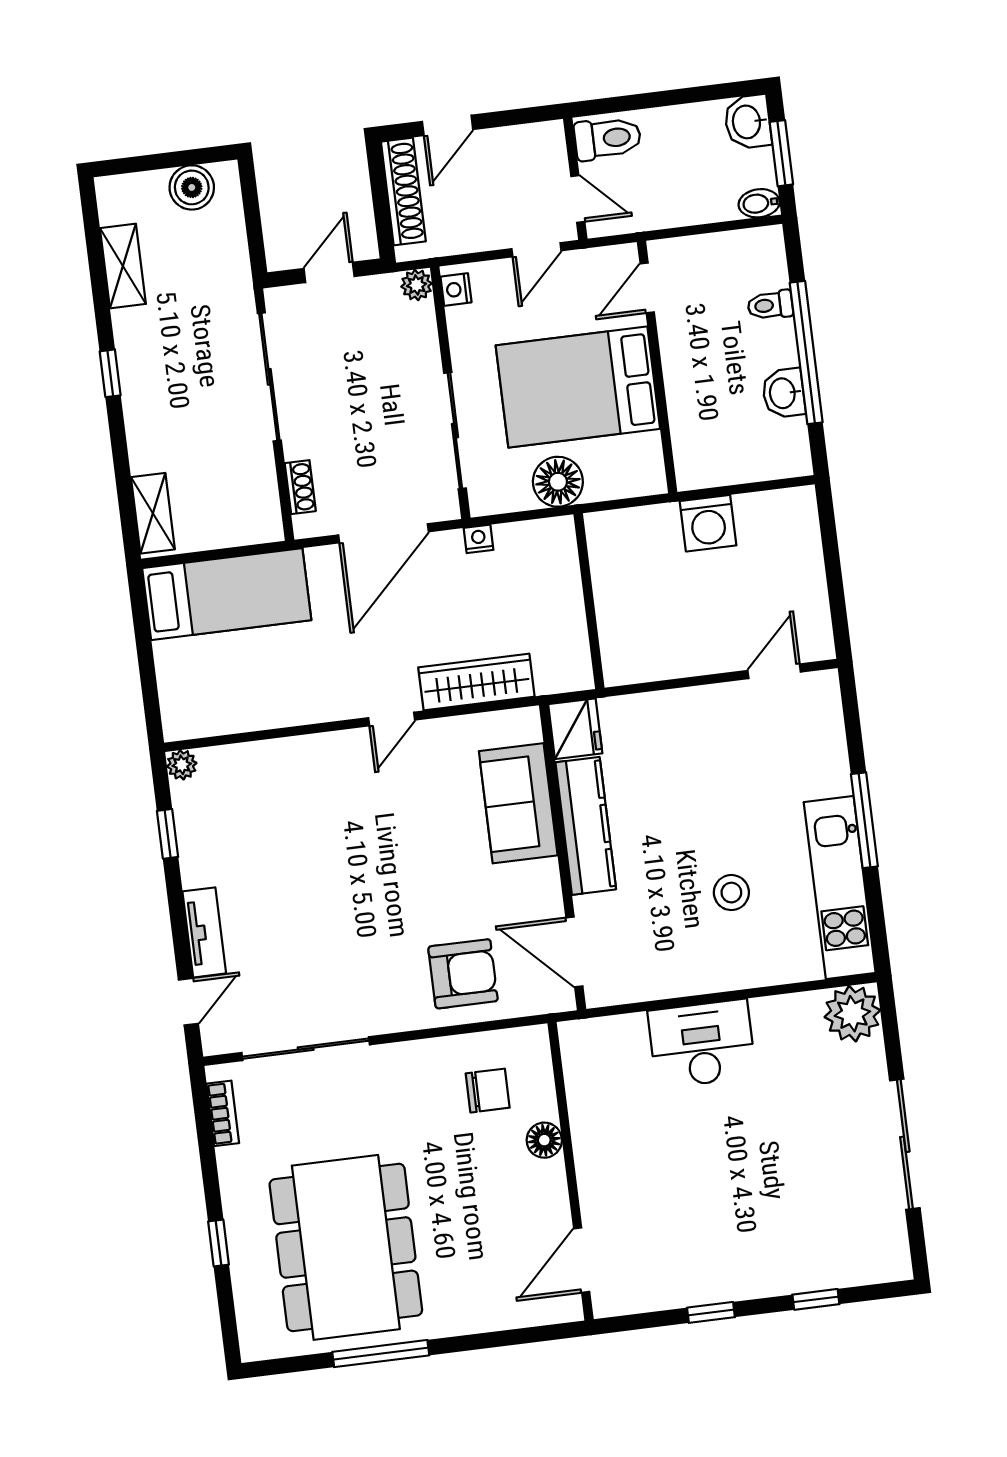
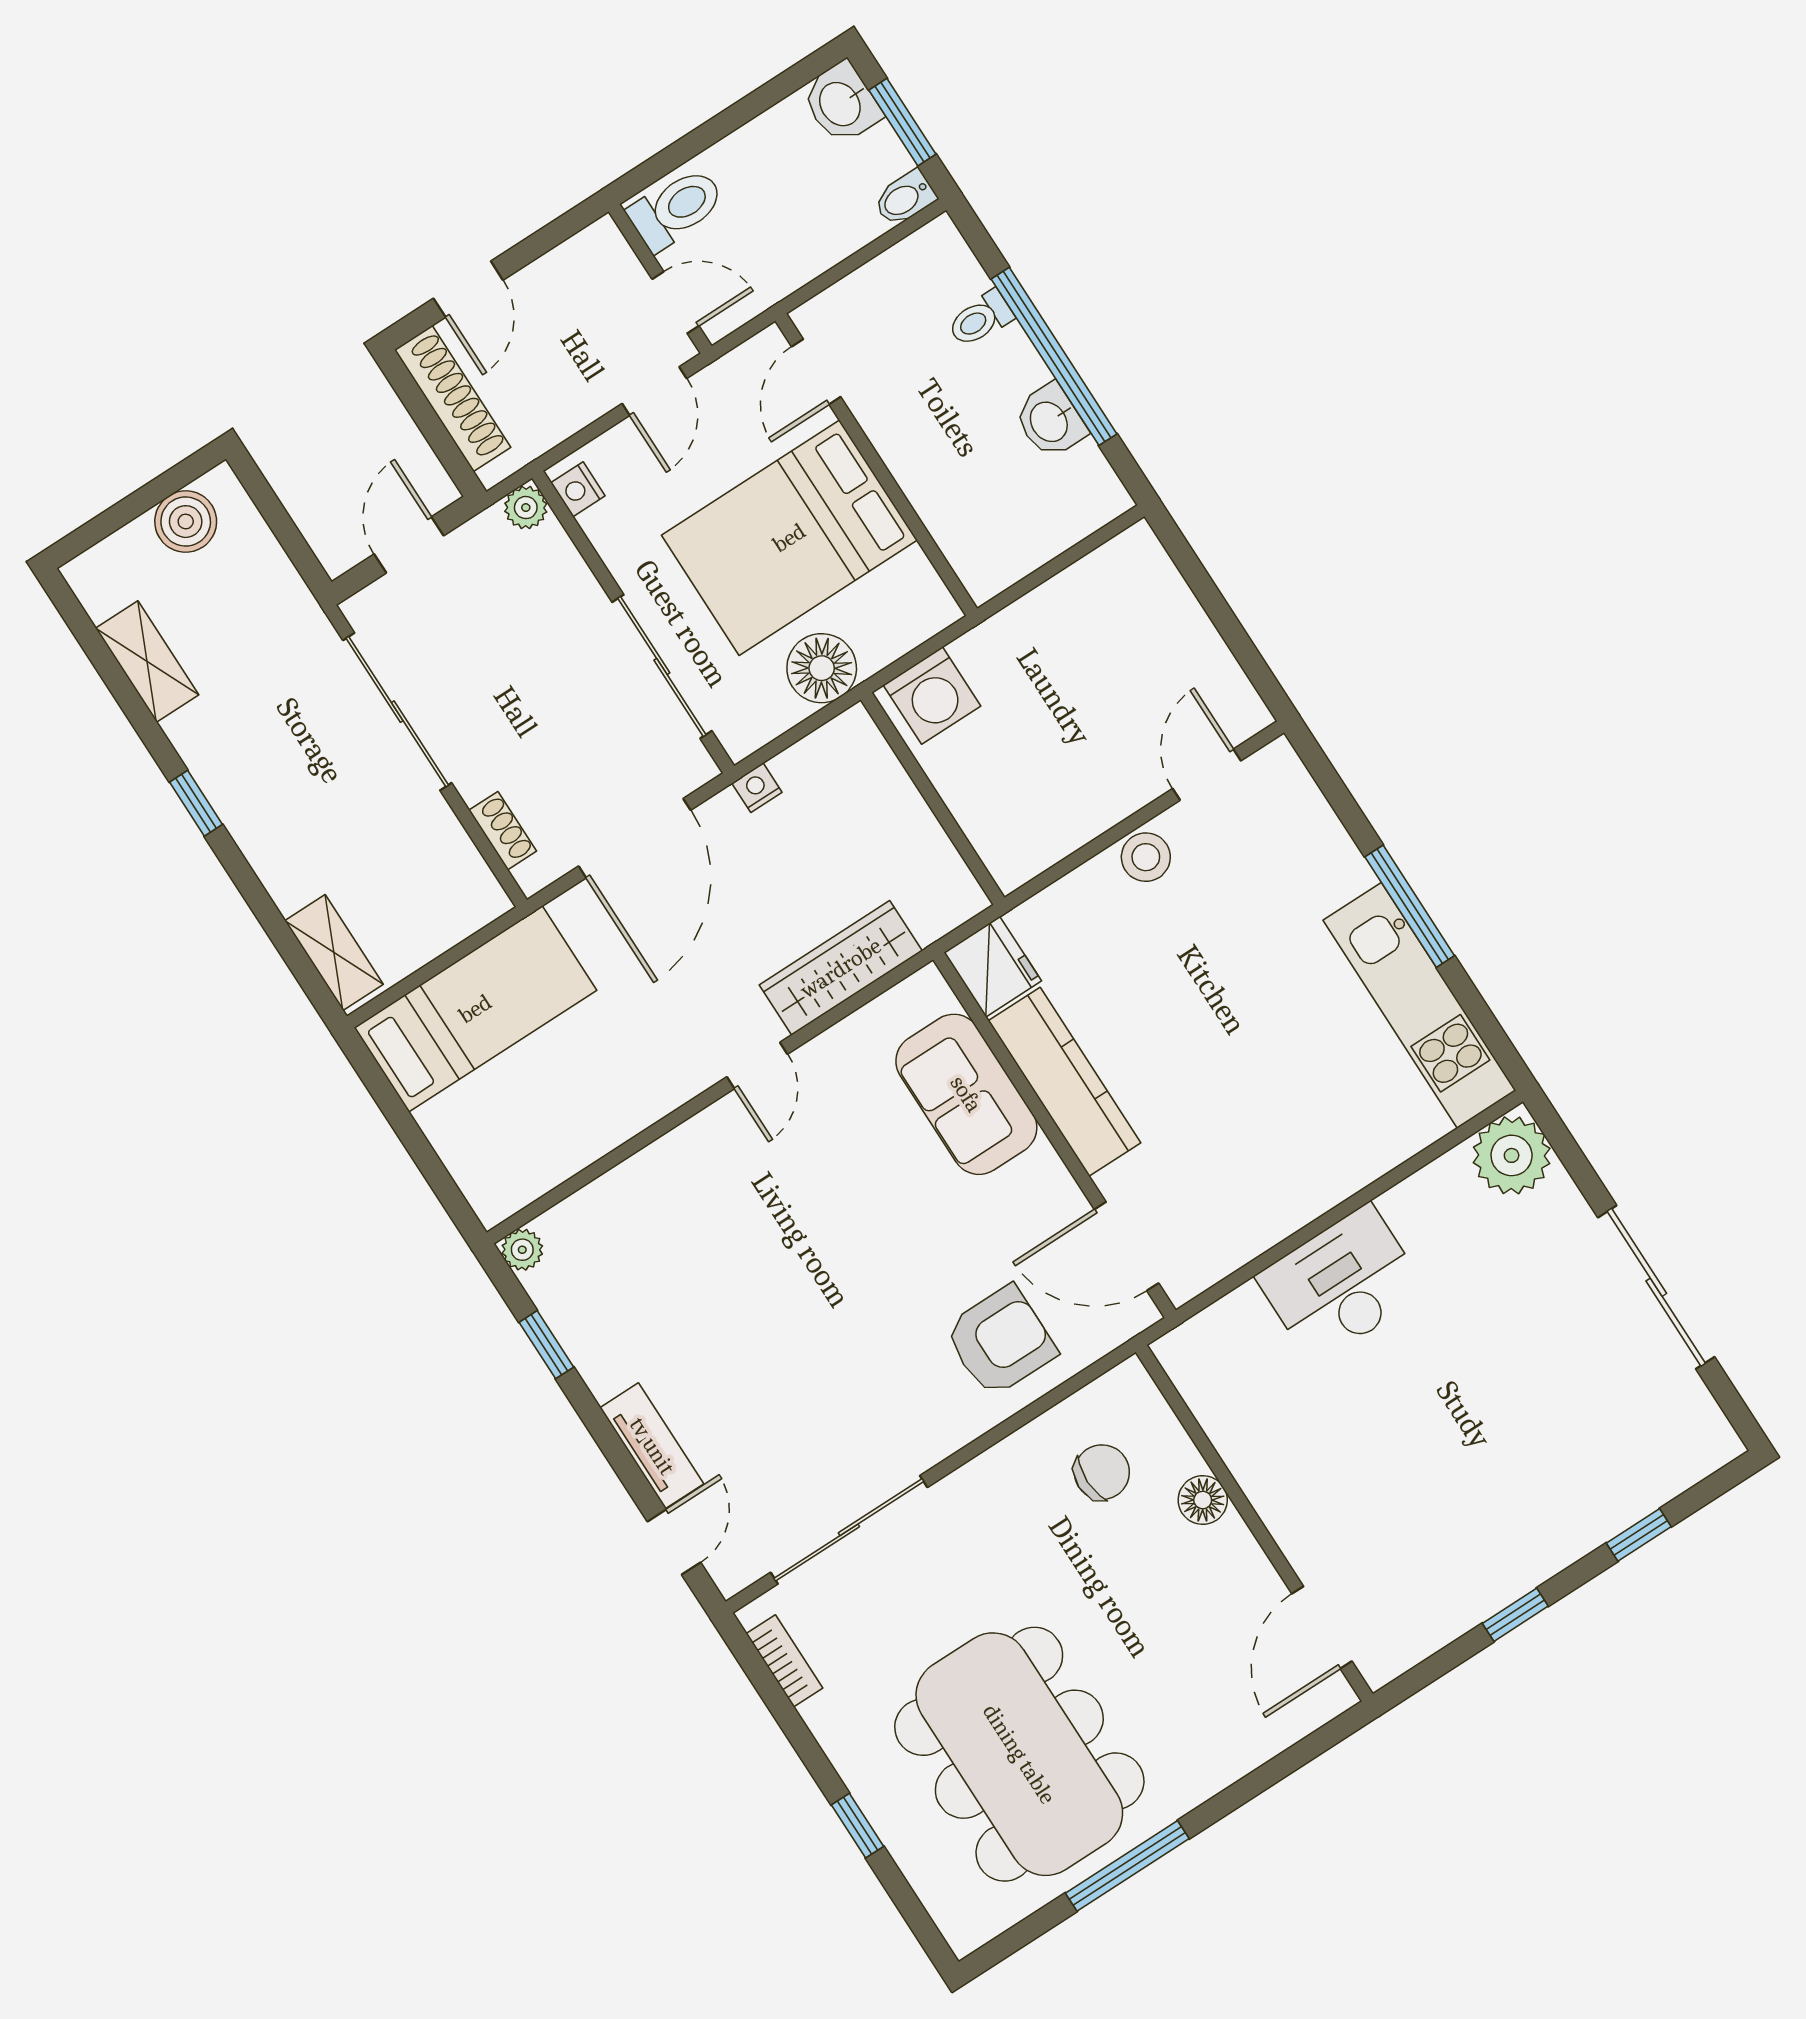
washing machine: (708, 523) -> (932, 696), moved
stool: (731, 893) -> (1146, 857), moved

